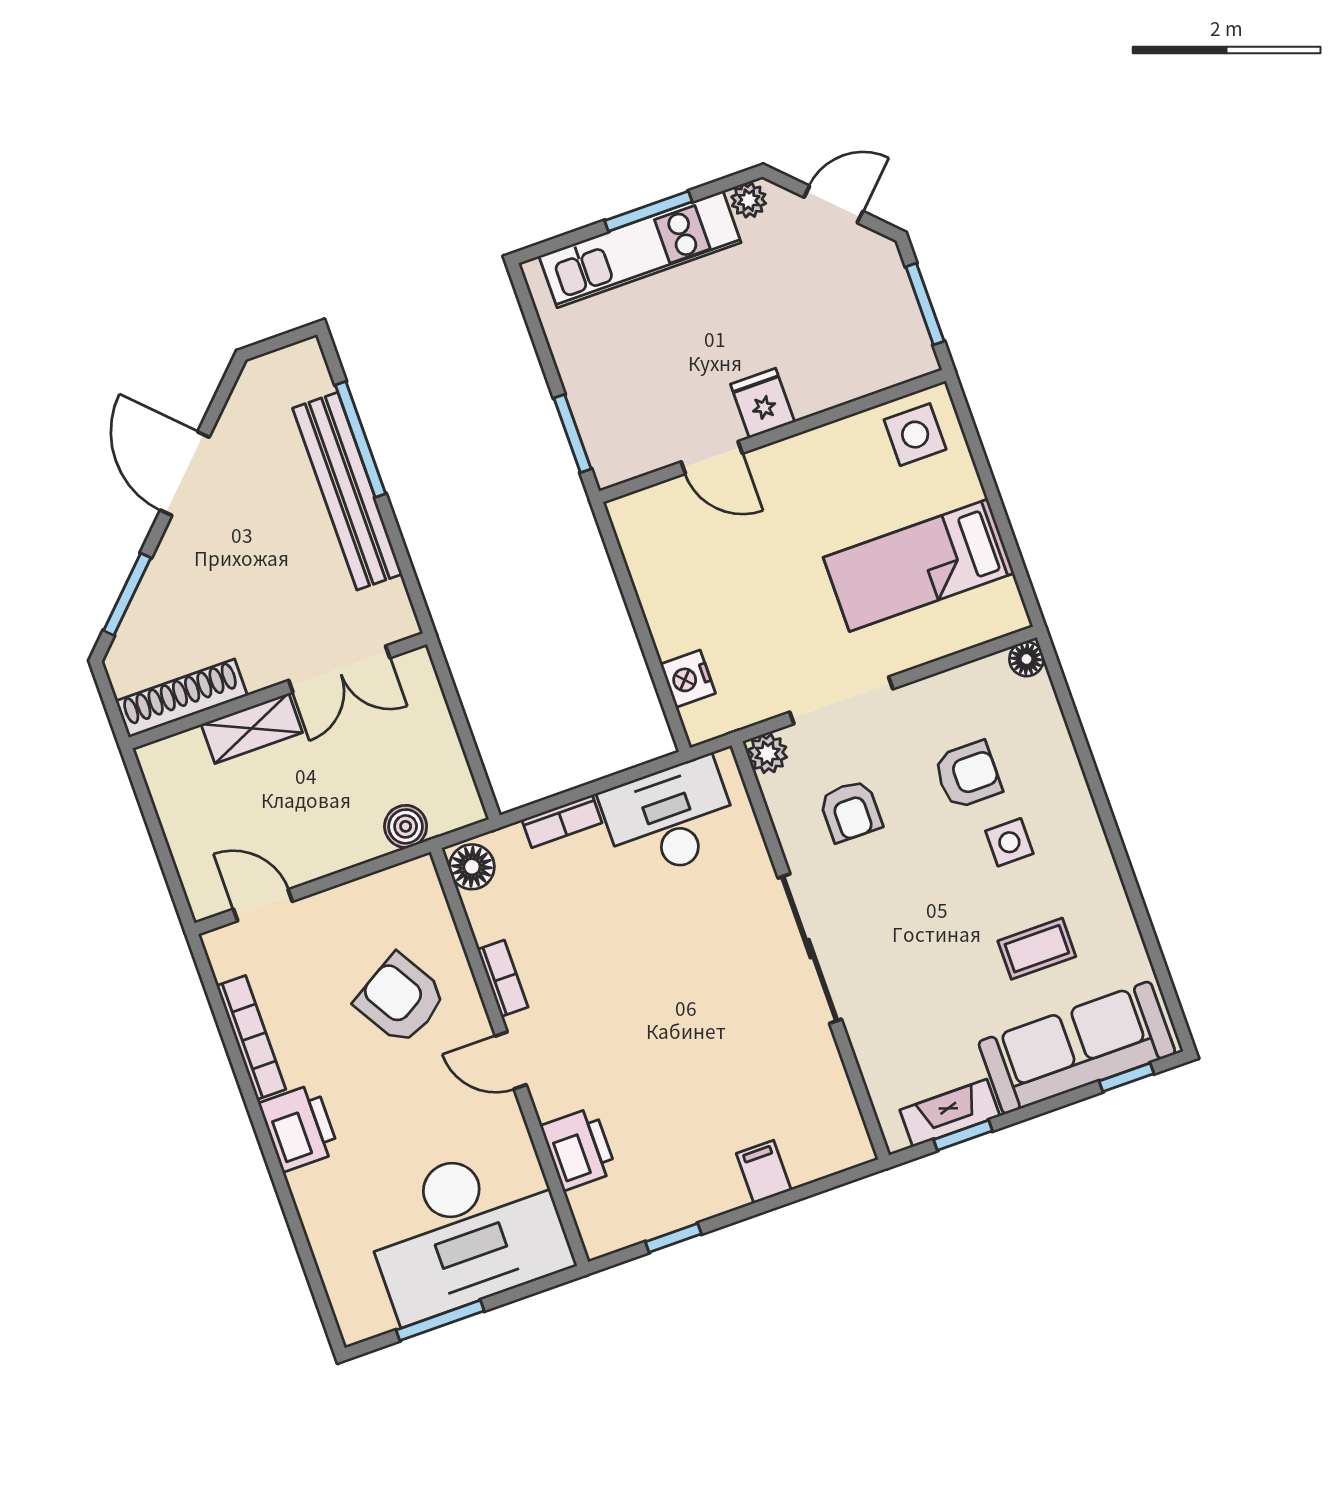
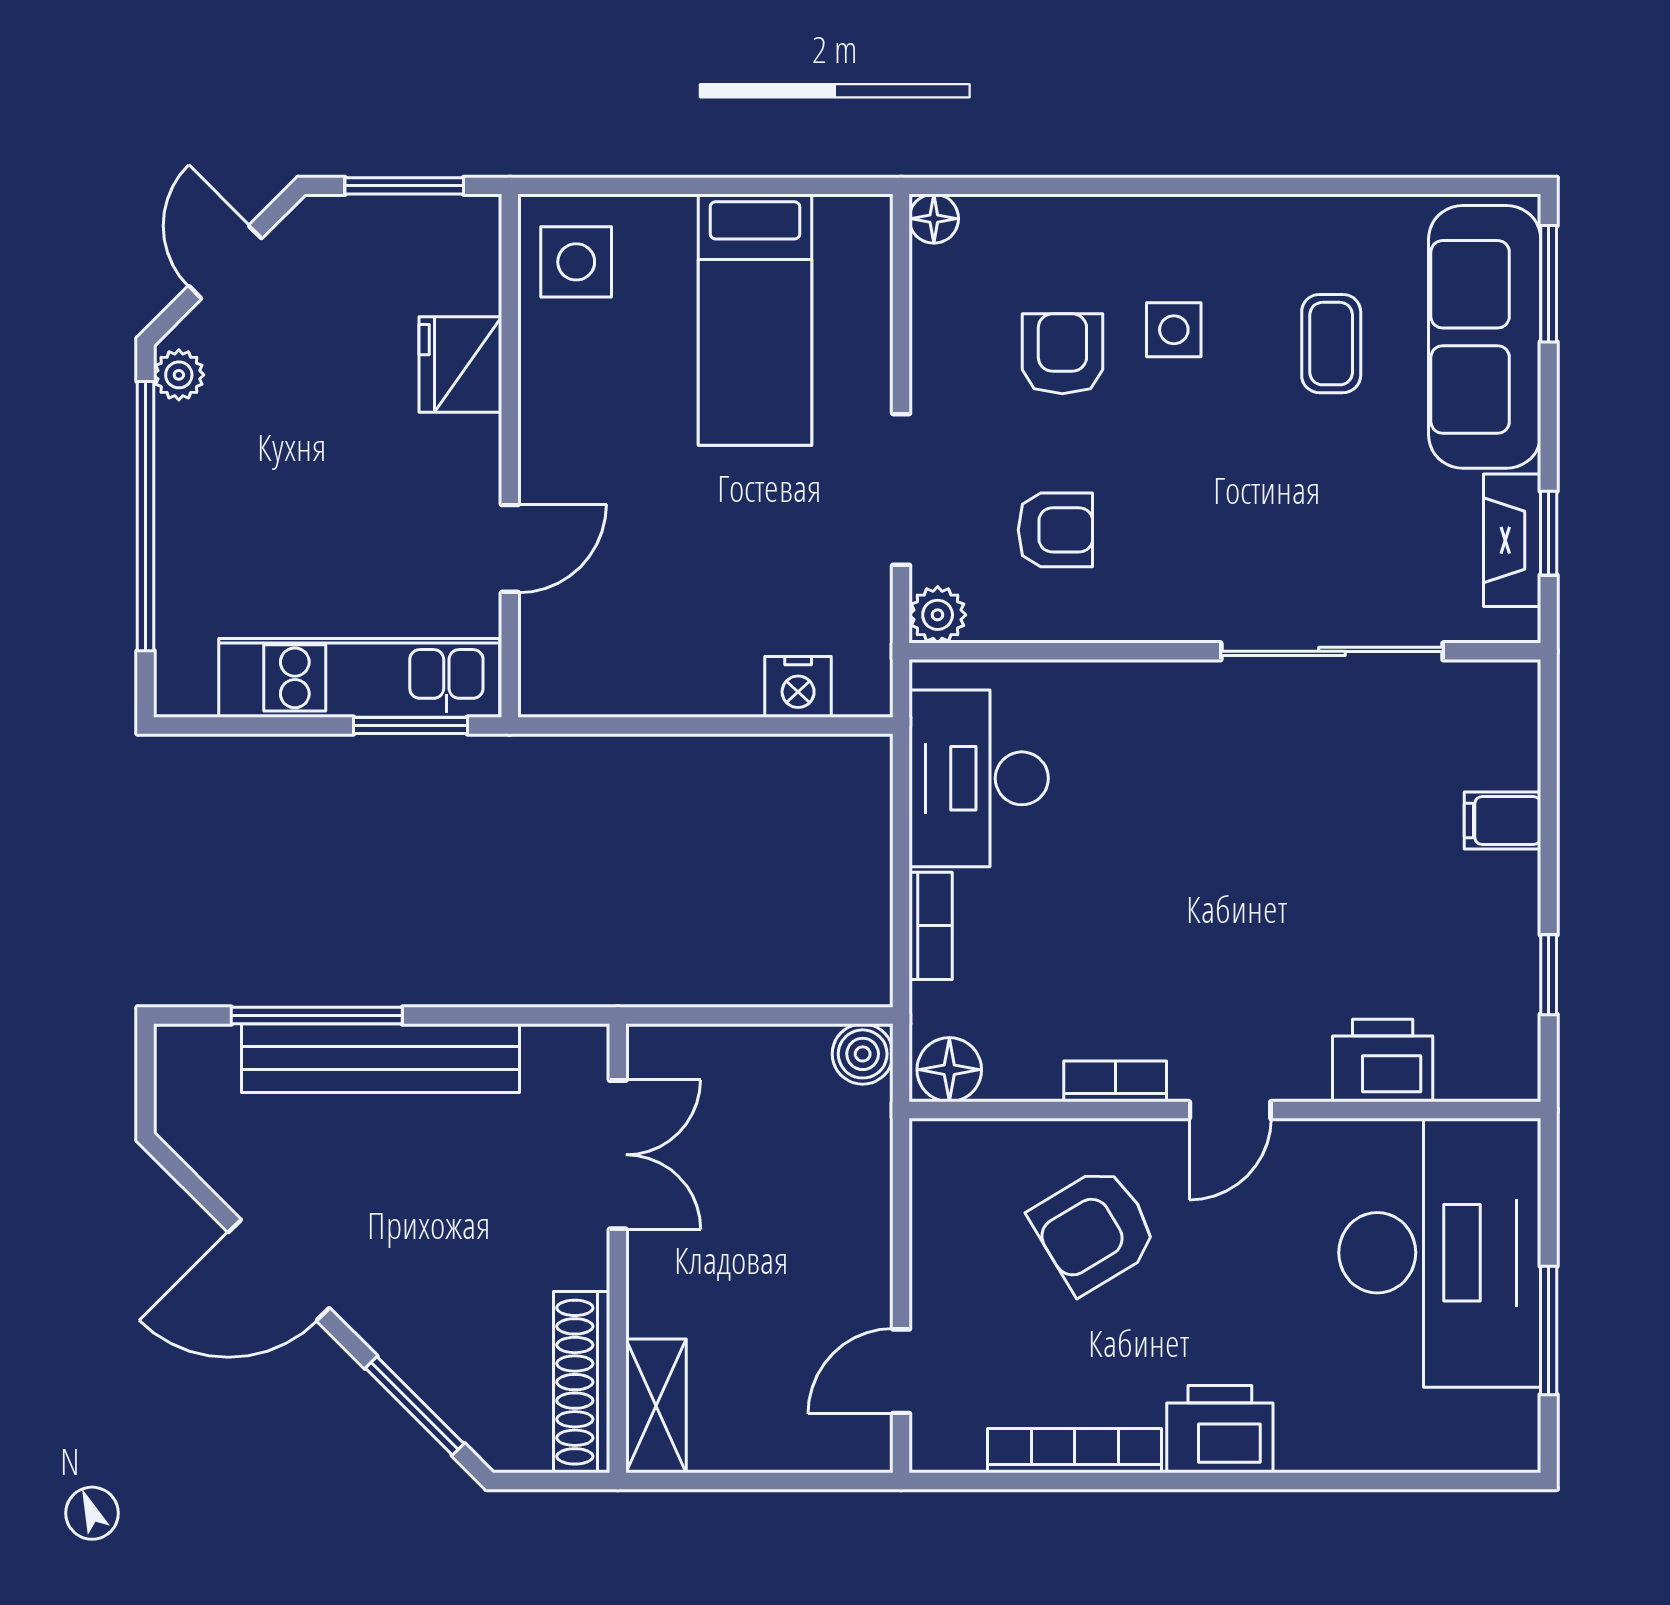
window: (648, 211) -> (146, 516), width x2.11
kitchen unit: (640, 249) -> (359, 678), moved, turned -90
fridge: (763, 403) -> (460, 365), moved, width x1.38
shelving: (252, 728) -> (656, 1406), moved
boiler: (406, 826) -> (863, 1054), moved
sliding door: (810, 949) -> (1332, 651), moved
window: (1127, 1077) -> (1549, 284), width x1.50

